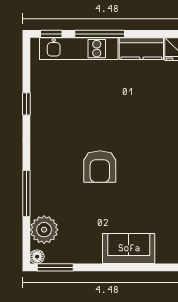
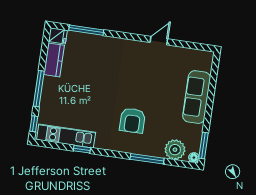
kitchen unit: (79, 49) -> (66, 136), moved, turned -90
armchair: (100, 167) -> (132, 120), moved, turned 90
sofa: (129, 249) -> (197, 97), width x1.36

